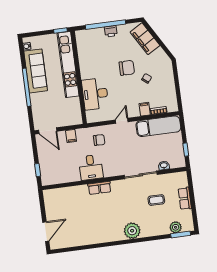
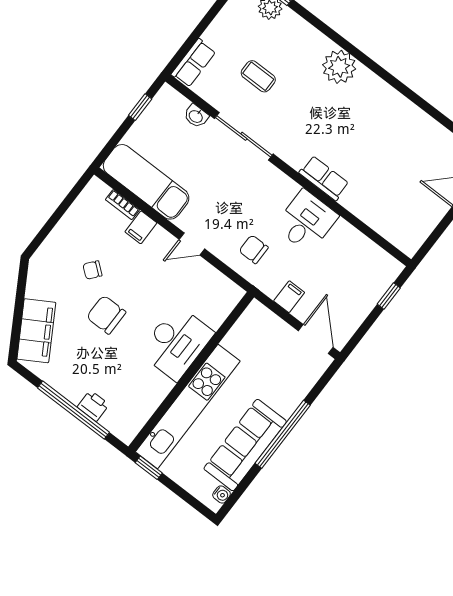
printer: (111, 31) -> (93, 406), moved
desk: (95, 94) -> (177, 343), moved
row of seats: (185, 198) -> (194, 63), moved

